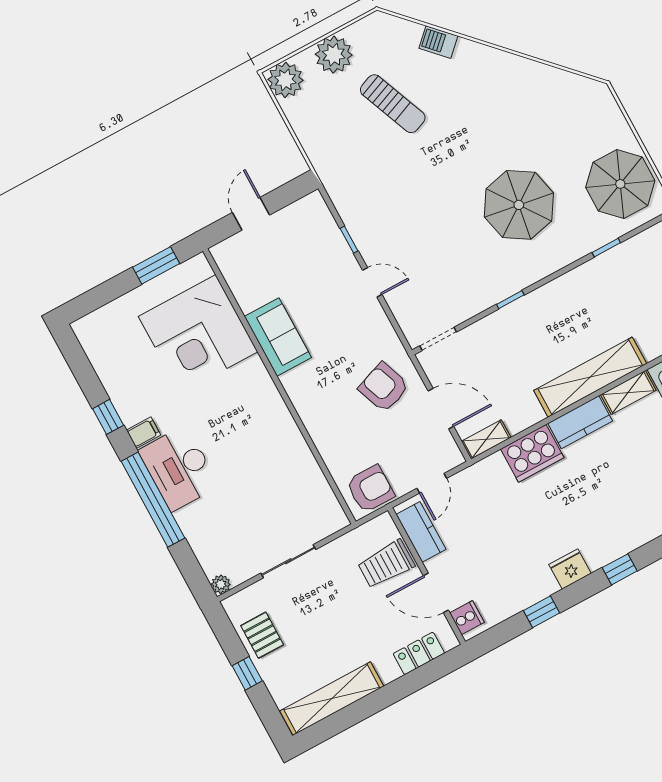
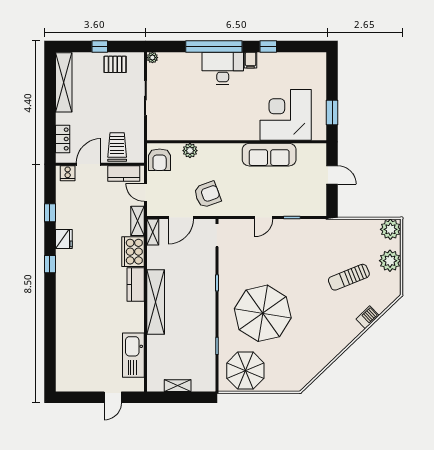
parasol: (519, 205) -> (263, 313), width x1.36, depth x1.36
sofa: (278, 337) -> (269, 155), width x1.36
shelving: (628, 392) -> (137, 221), moved
plant: (331, 450) -> (190, 151), added

